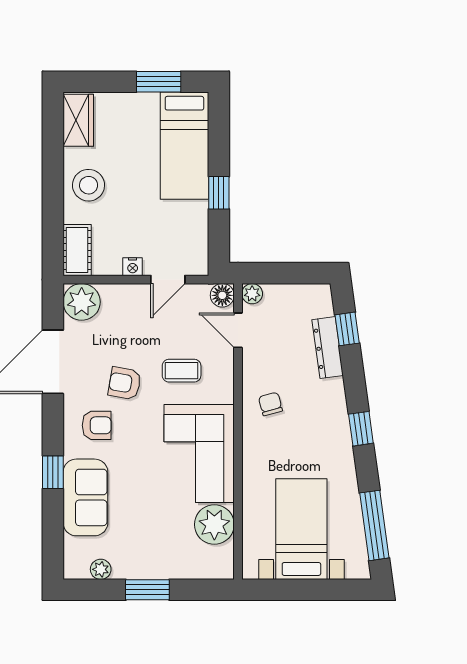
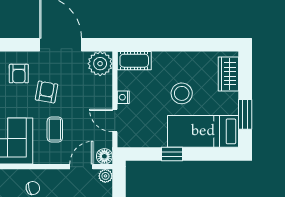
wardrobe: (78, 120) -> (228, 74), moved, turned 90
stool: (89, 185) -> (182, 93), moved

